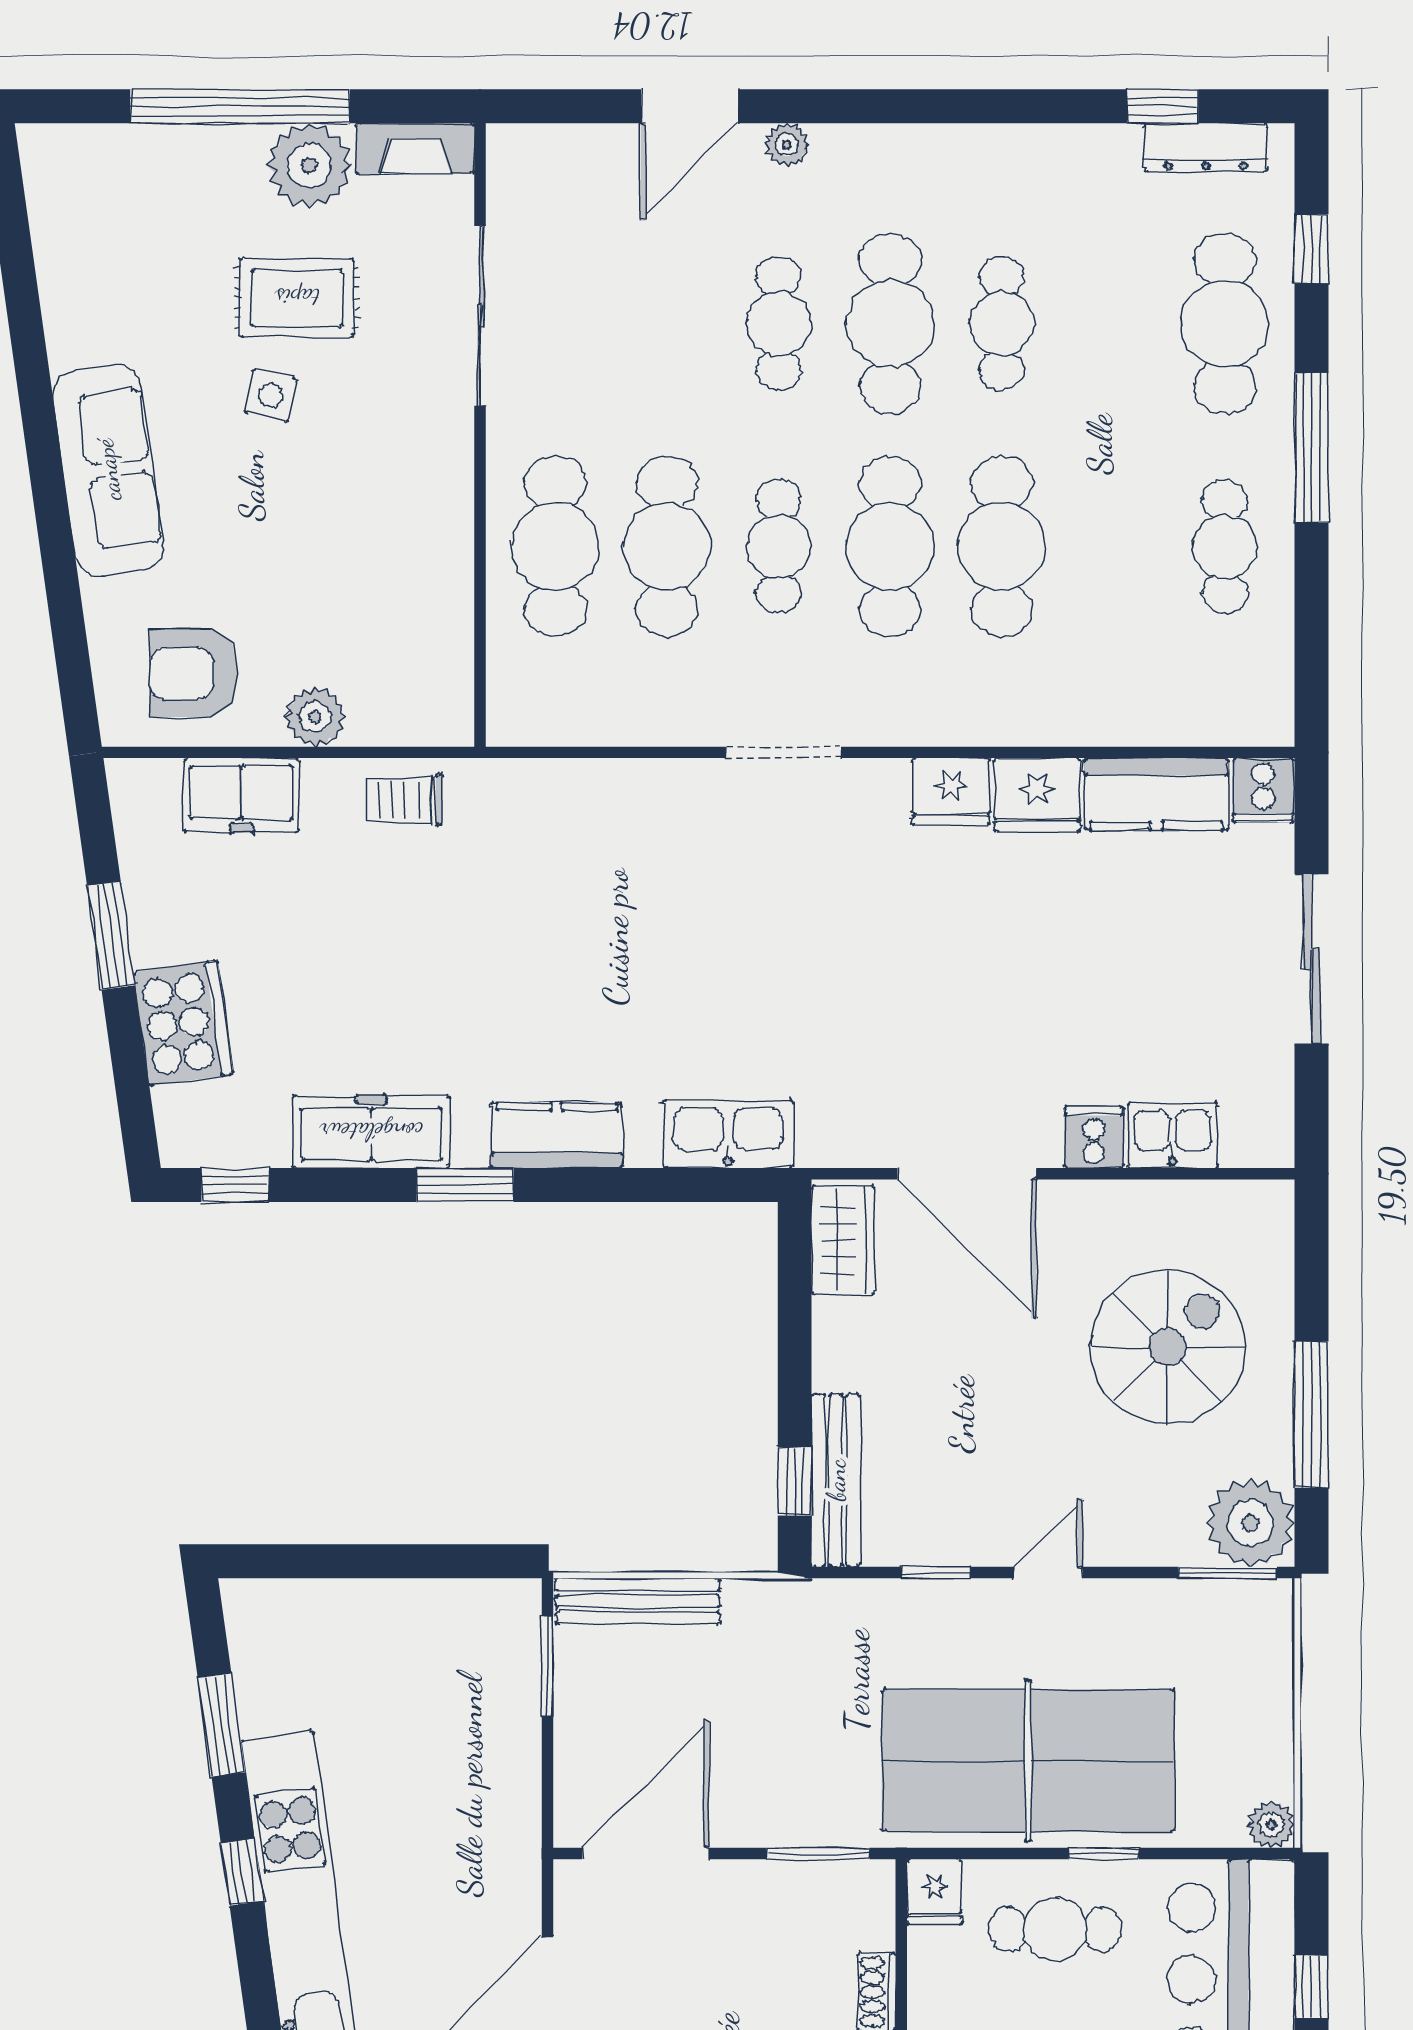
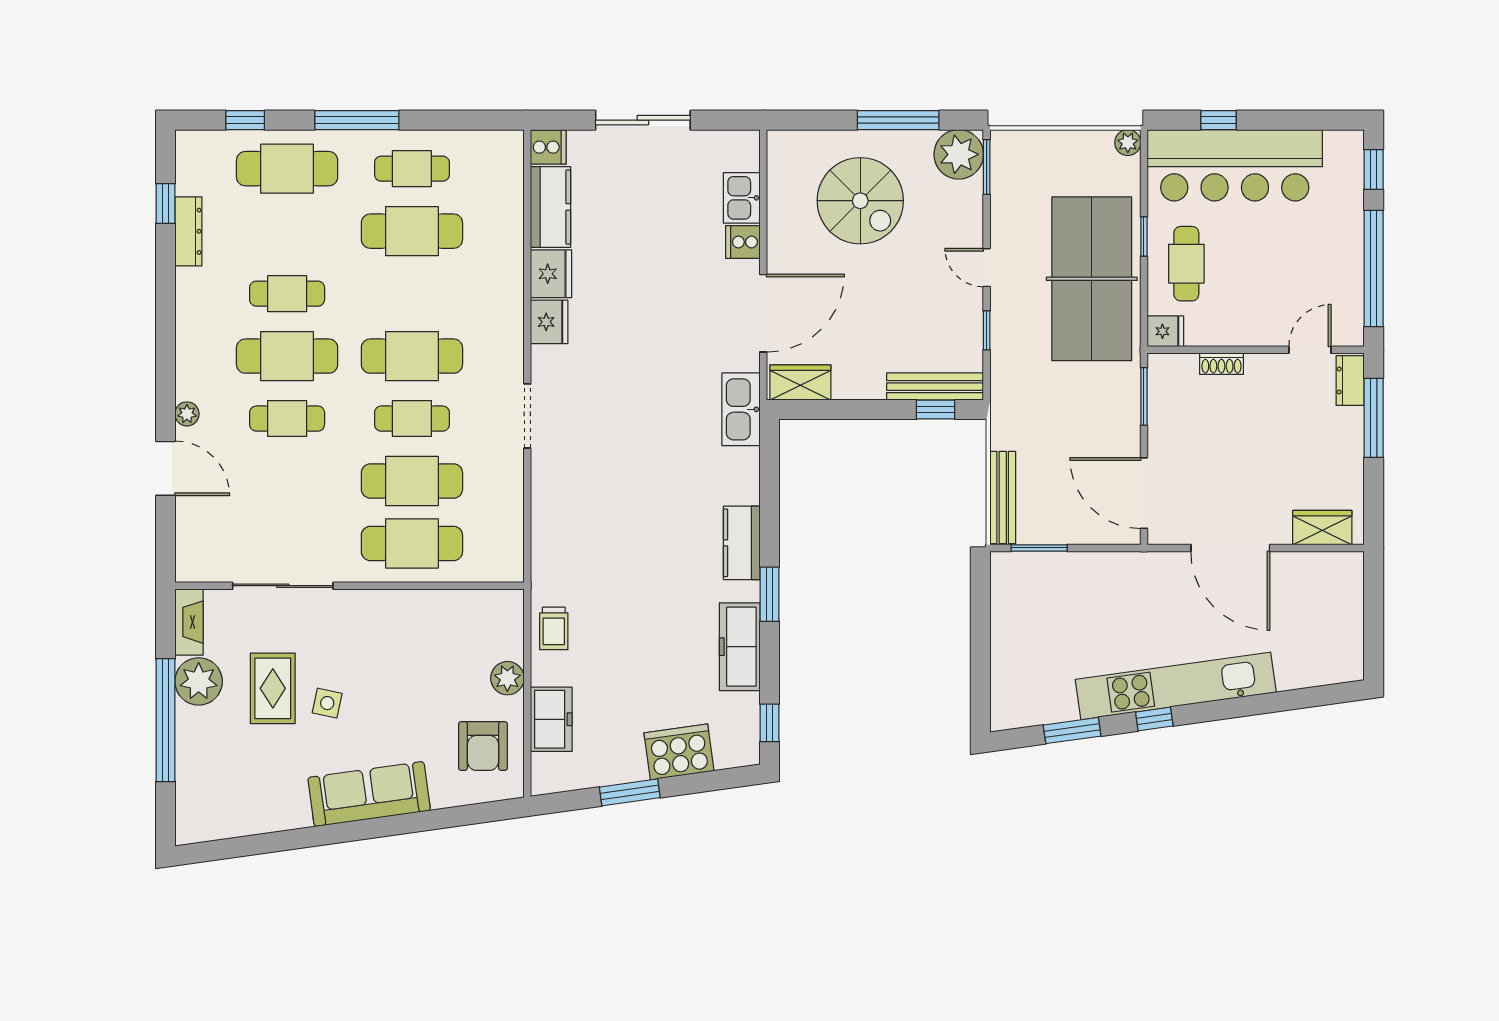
dresser: (1206, 147) -> (188, 231), moved
cafe table: (1002, 546) -> (412, 231), moved
kitchen sink: (728, 1134) -> (741, 409), moved
spiral stairs: (1167, 1347) -> (860, 201), turned 180

